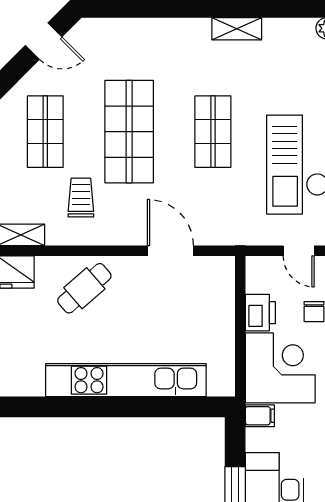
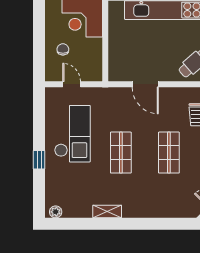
shop shelf: (129, 132) -> (169, 153), width x0.70, depth x0.74
printer: (260, 313) -> (94, 49), removed

